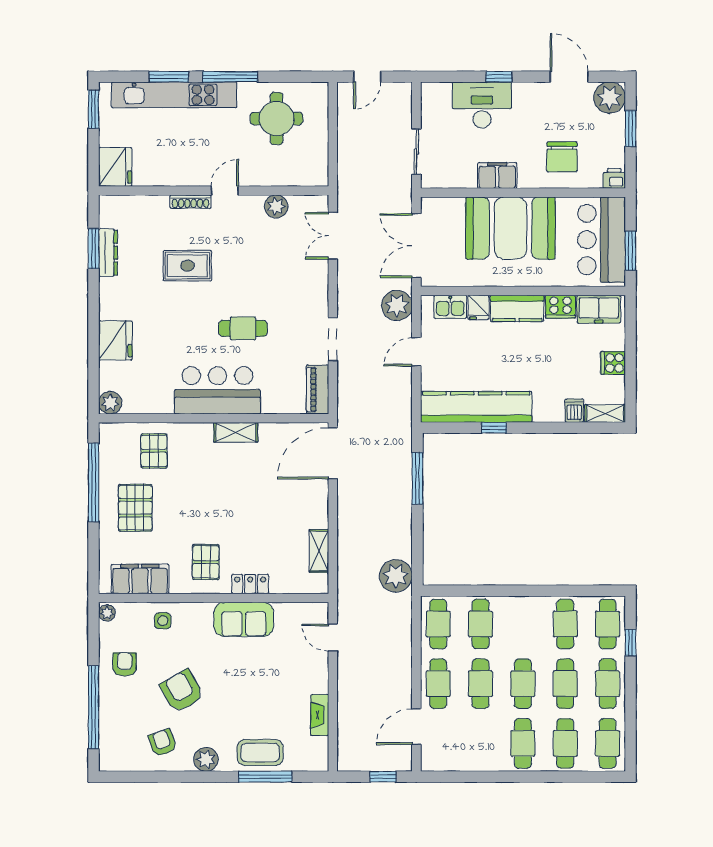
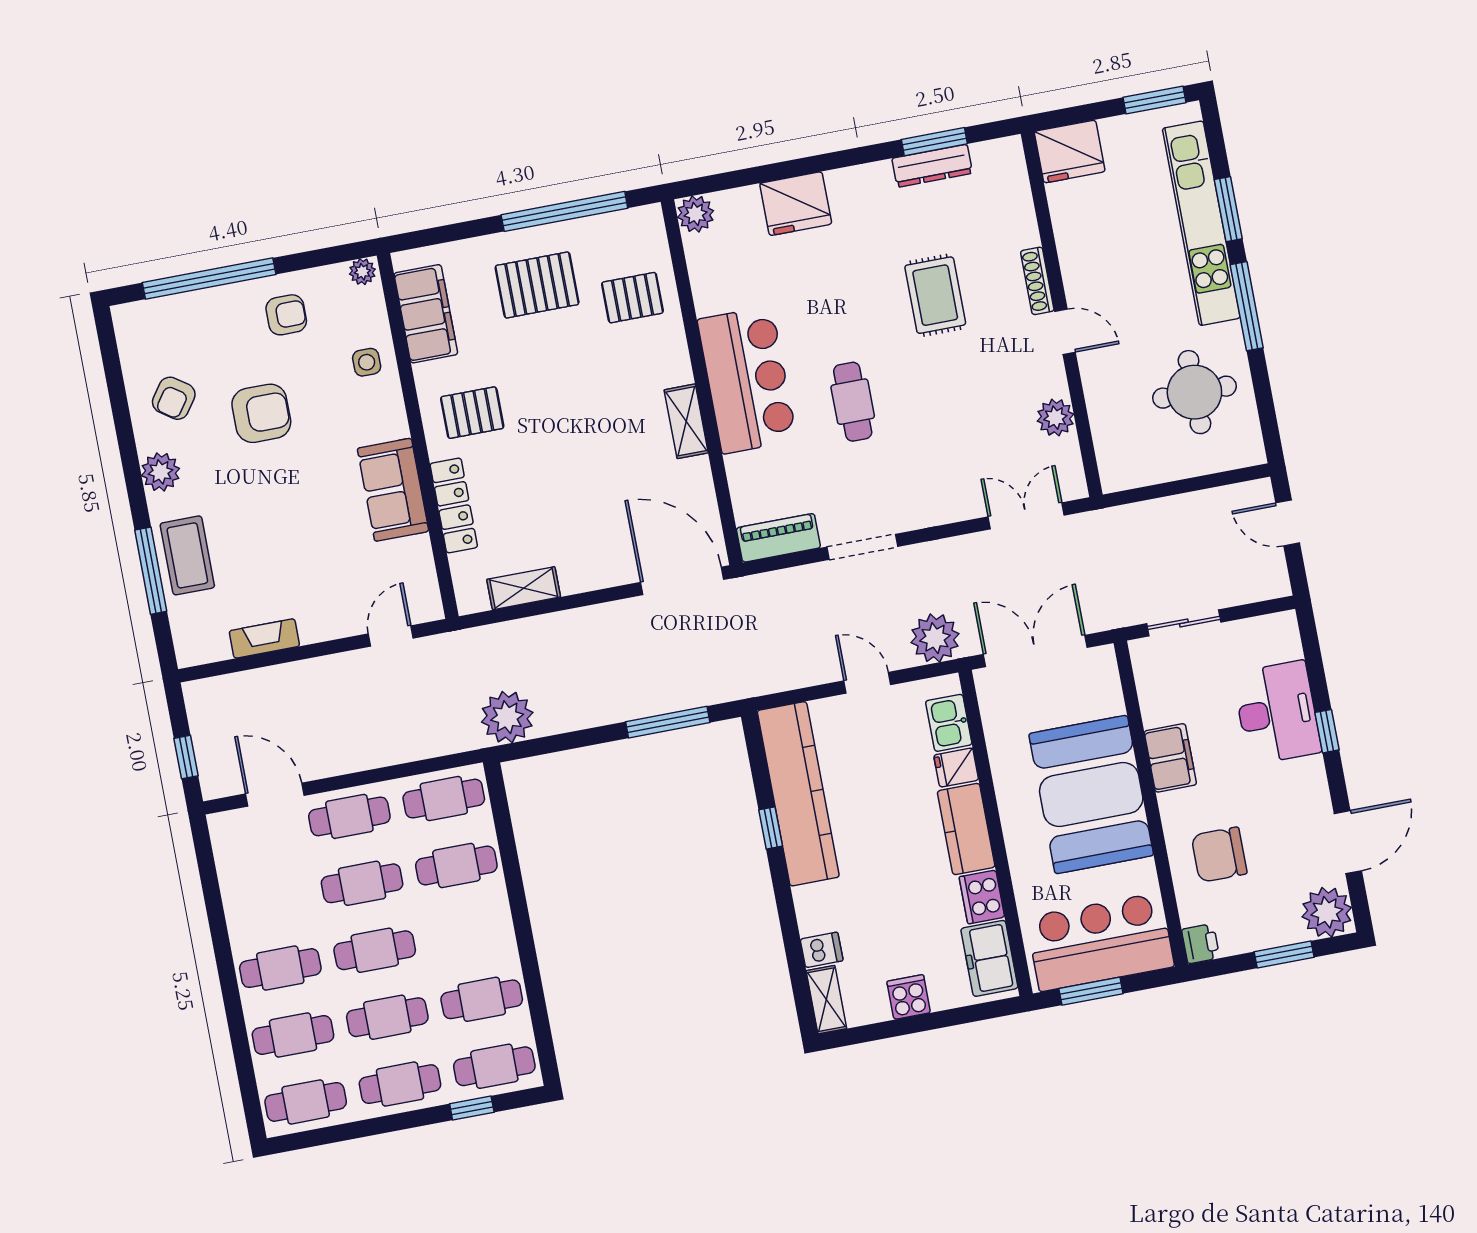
locker: (250, 584) -> (454, 505), width x1.53
armchair: (182, 691) -> (261, 413), turned 30
armchair: (162, 743) -> (174, 398), turned 145

